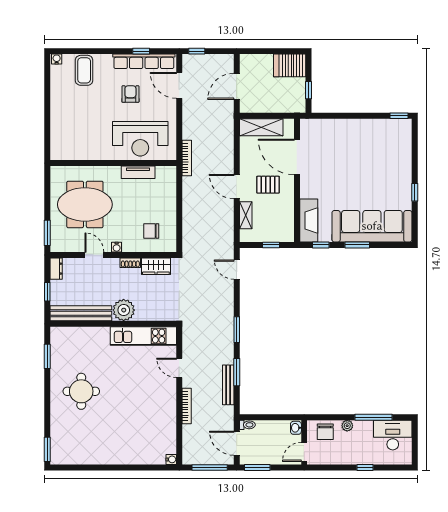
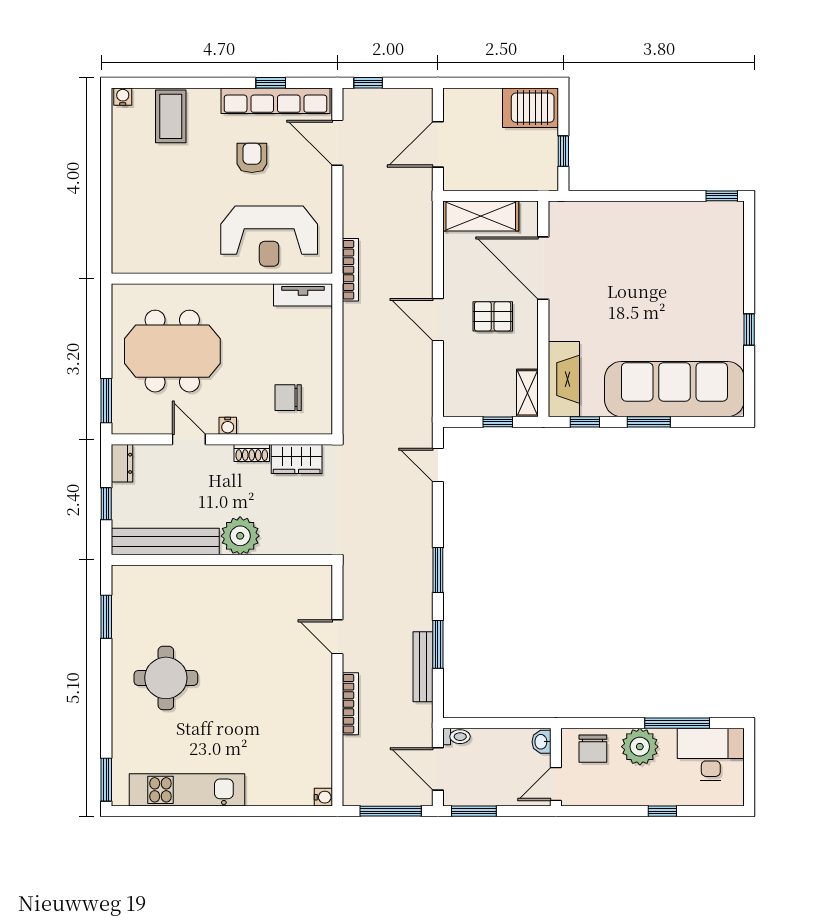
tv unit: (138, 172) -> (303, 295), moved
shelving: (246, 215) -> (527, 393), moved
kitchen unit: (143, 336) -> (187, 790), moved, turned 180
plant: (347, 426) -> (640, 747), width x1.88, depth x1.88

